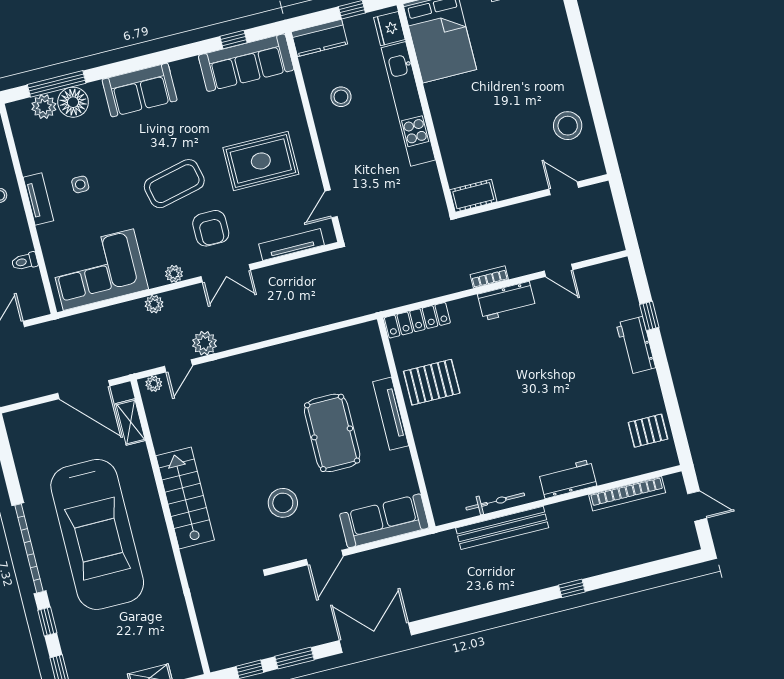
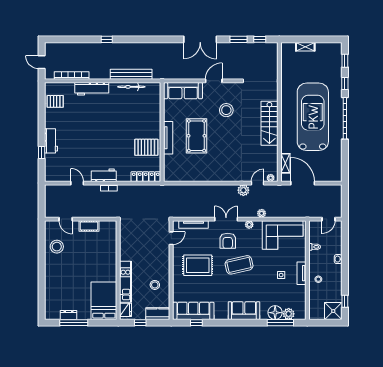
kitchen unit: (408, 104) -> (126, 282), width x0.73
cot: (473, 196) -> (89, 226), moved
armchair: (211, 228) -> (228, 241), turned 180
workbench: (568, 479) -> (92, 89), width x1.38

